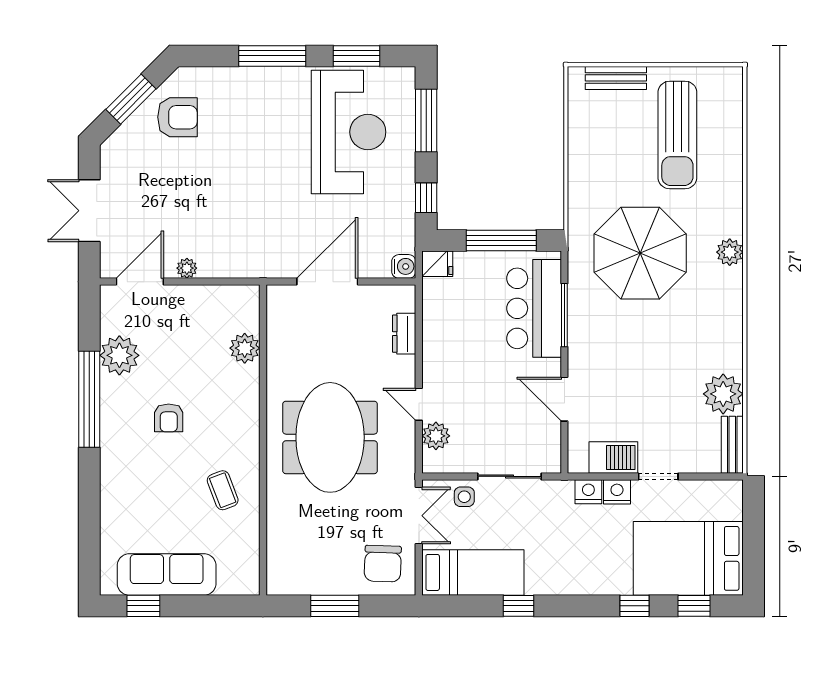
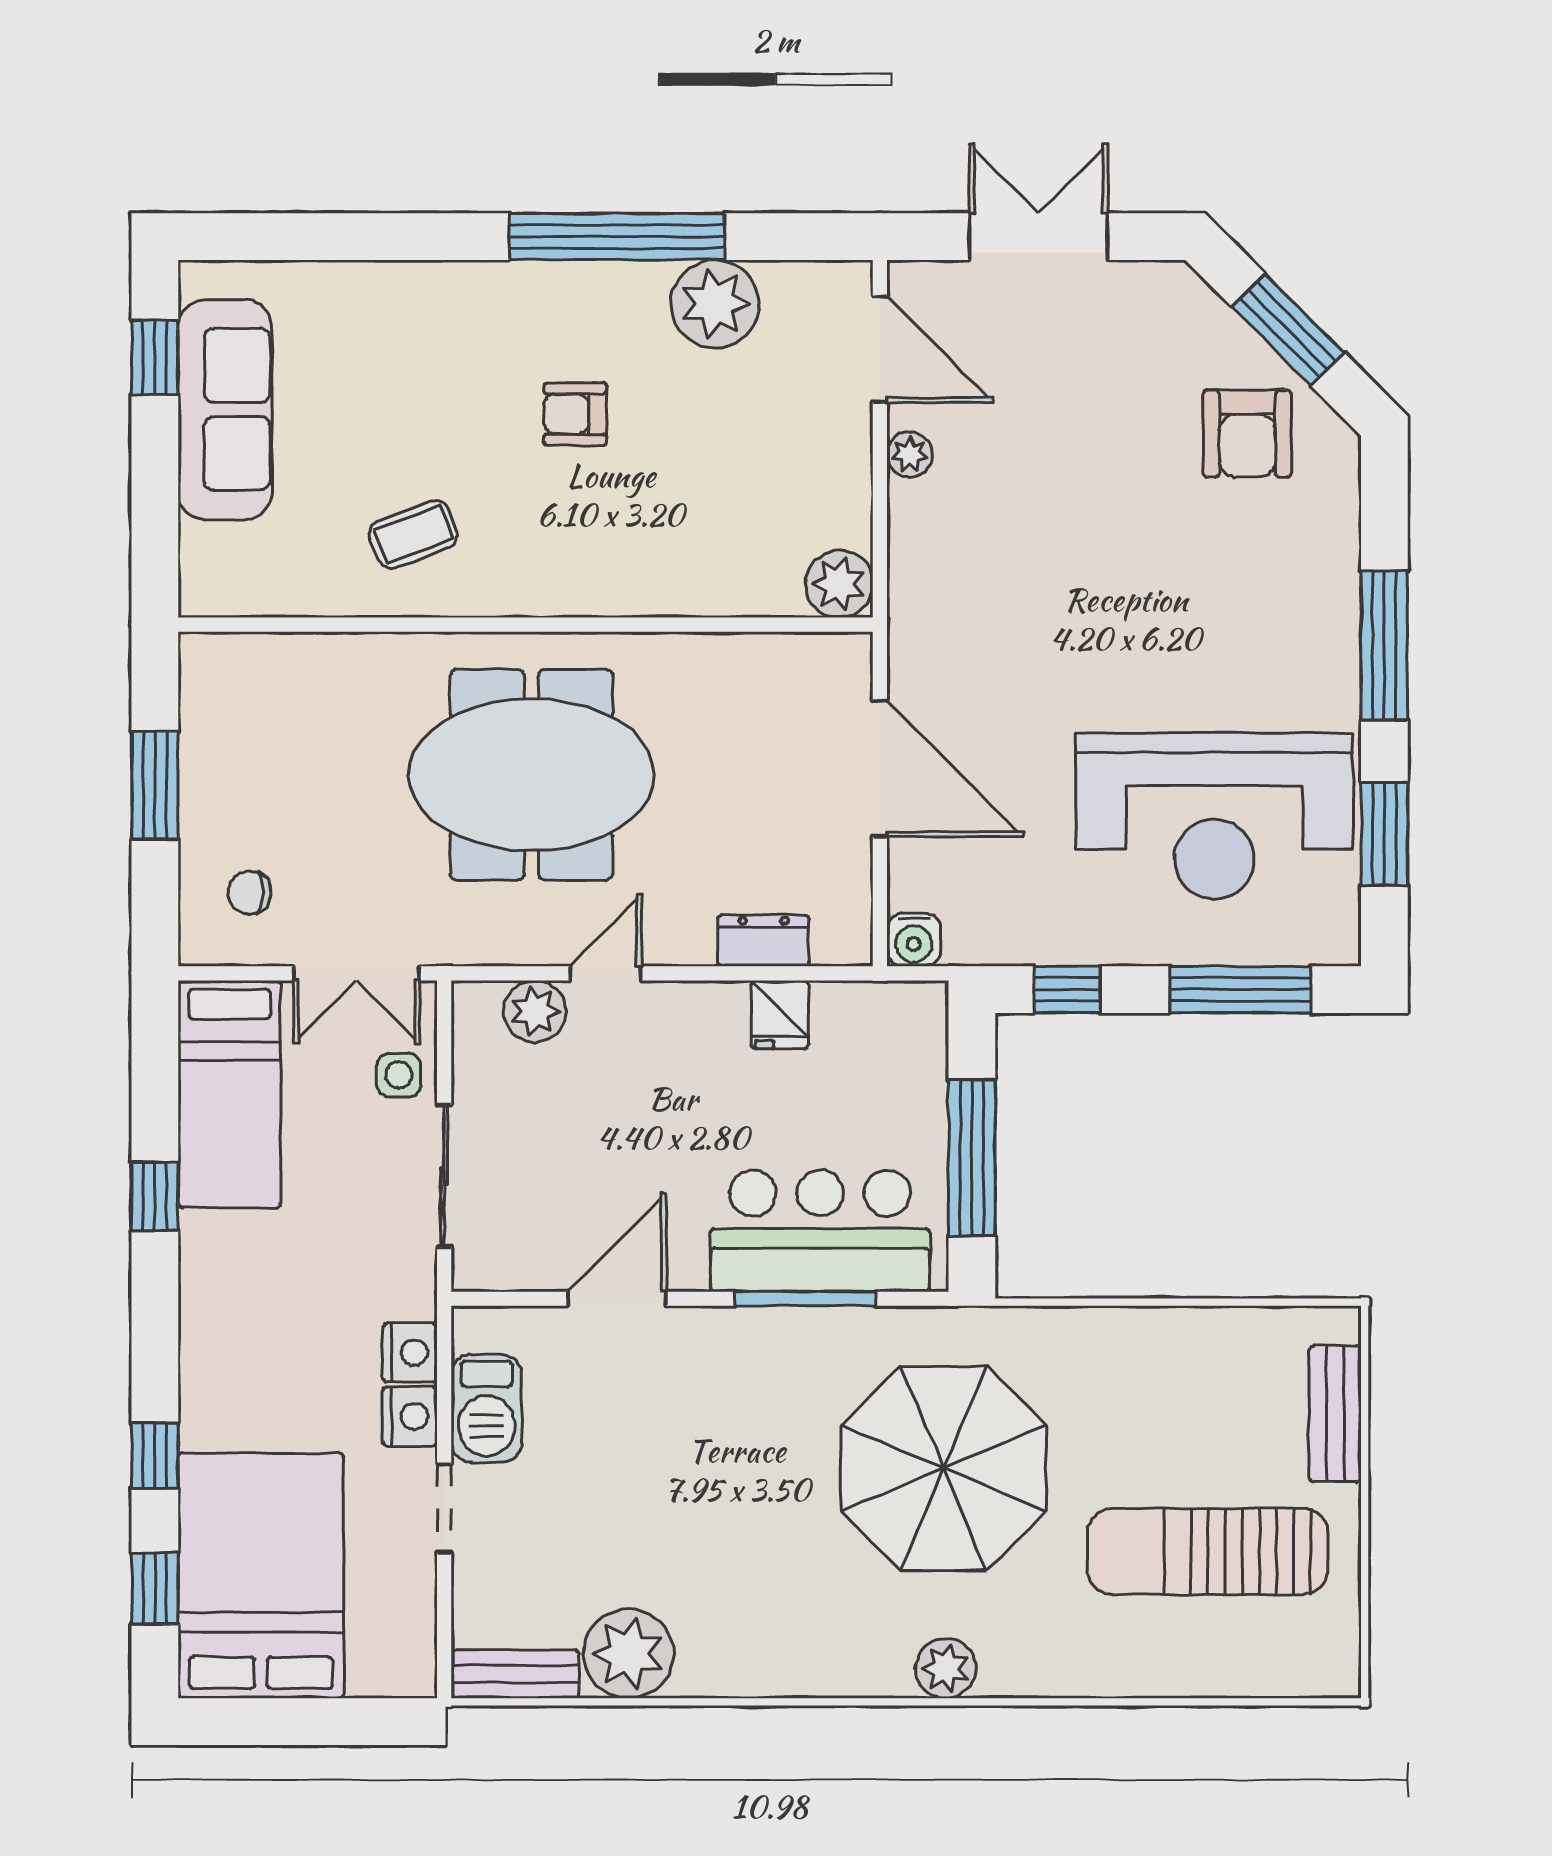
fridge: (437, 264) -> (780, 1015), moved
plant: (245, 348) -> (839, 584), moved
chair: (383, 564) -> (249, 893), width x0.54, depth x0.54

